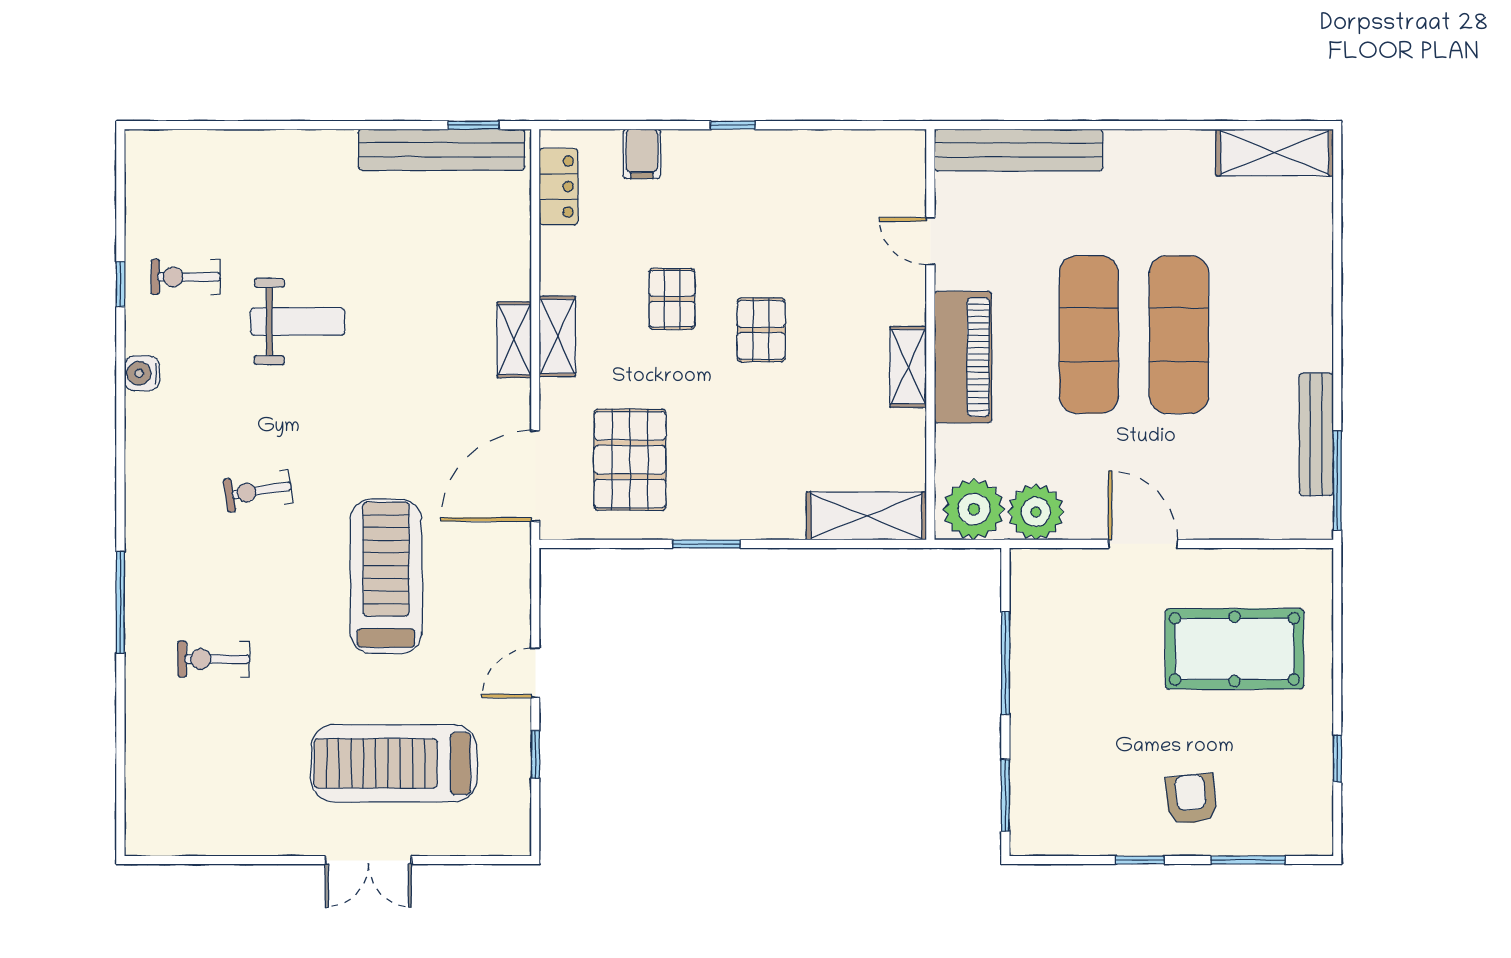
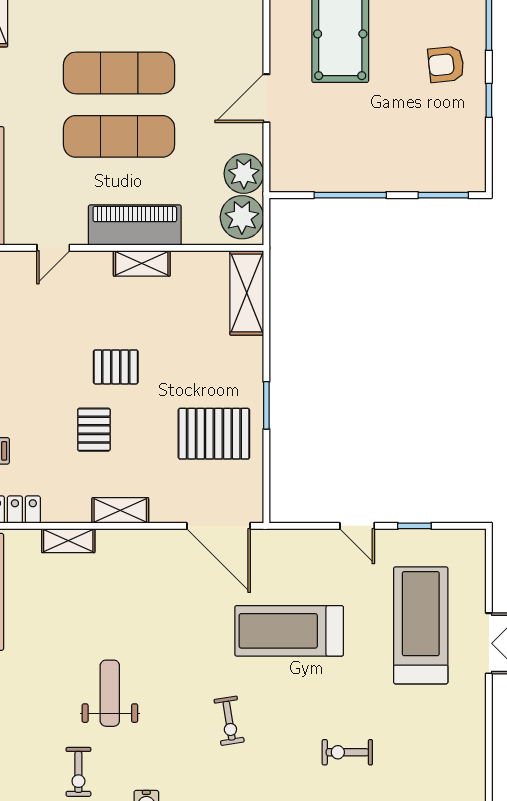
pallet: (672, 299) -> (94, 430), turned 90
shelving: (514, 340) -> (68, 541), moved
pallet: (630, 460) -> (214, 434), moved
exercise bike: (214, 659) -> (347, 752), turned 90
treadmill: (394, 763) -> (421, 625), turned 180

